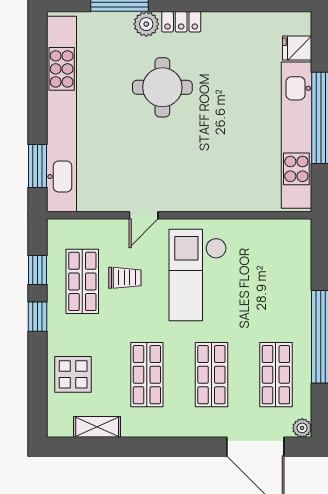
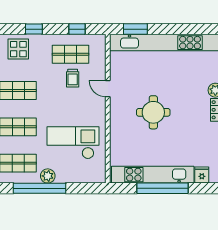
round table: (162, 87) -> (153, 112), moved
checkout: (198, 275) -> (73, 143), moved
window: (38, 317) -> (34, 29), moved
plant: (299, 322) -> (48, 176), added

